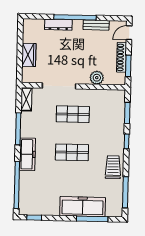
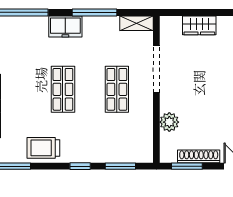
freezer: (27, 154) -> (65, 26), width x0.71
trolley: (113, 167) -> (43, 148), turned 180

